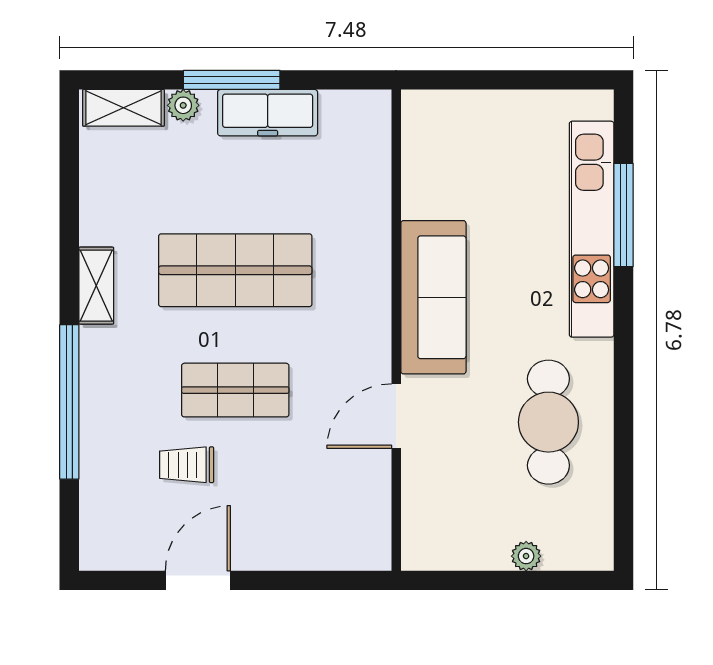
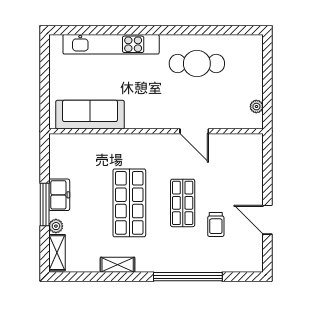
freezer: (268, 113) -> (59, 195), width x0.71
window: (623, 215) -> (105, 30), removed
shelving: (96, 286) -> (118, 265), moved
sofa: (433, 297) -> (90, 115), moved
plant: (526, 556) -> (256, 107), moved

